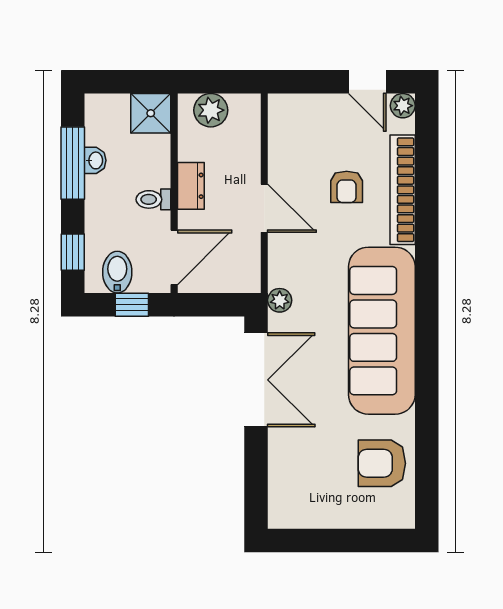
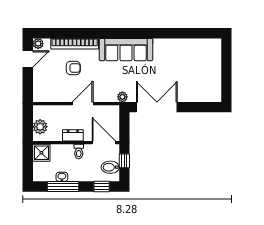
sofa: (382, 331) -> (126, 50), width x0.74, depth x0.79
armchair: (382, 463) -> (193, 53), removed

